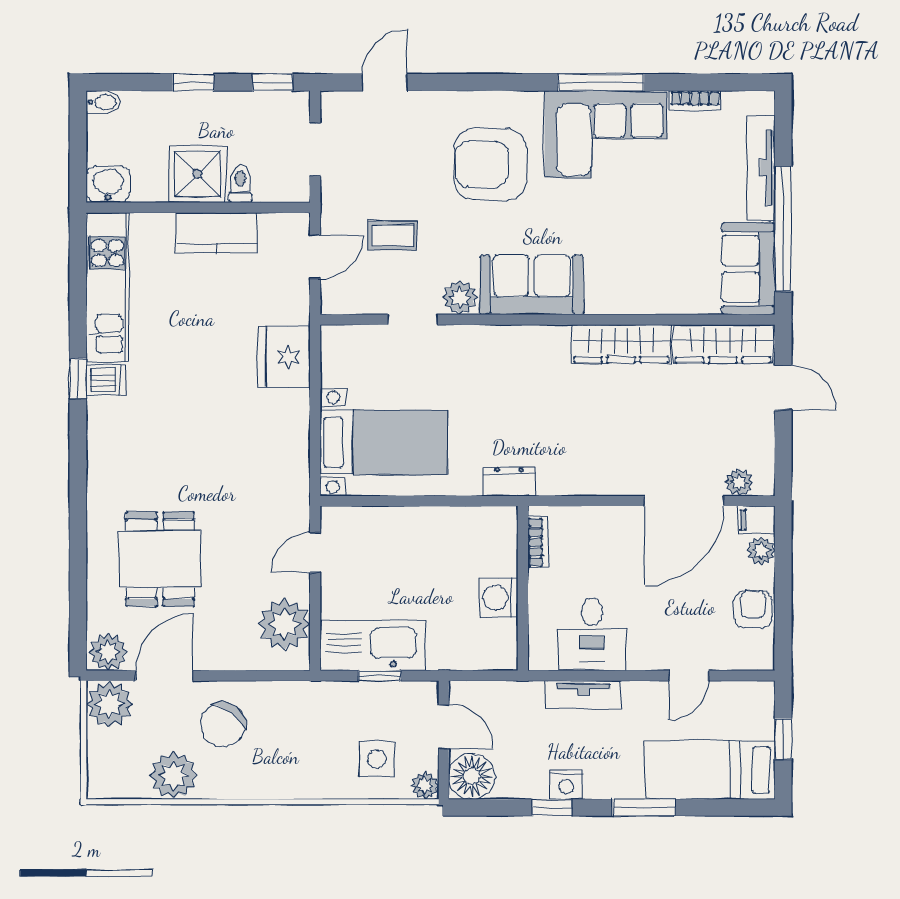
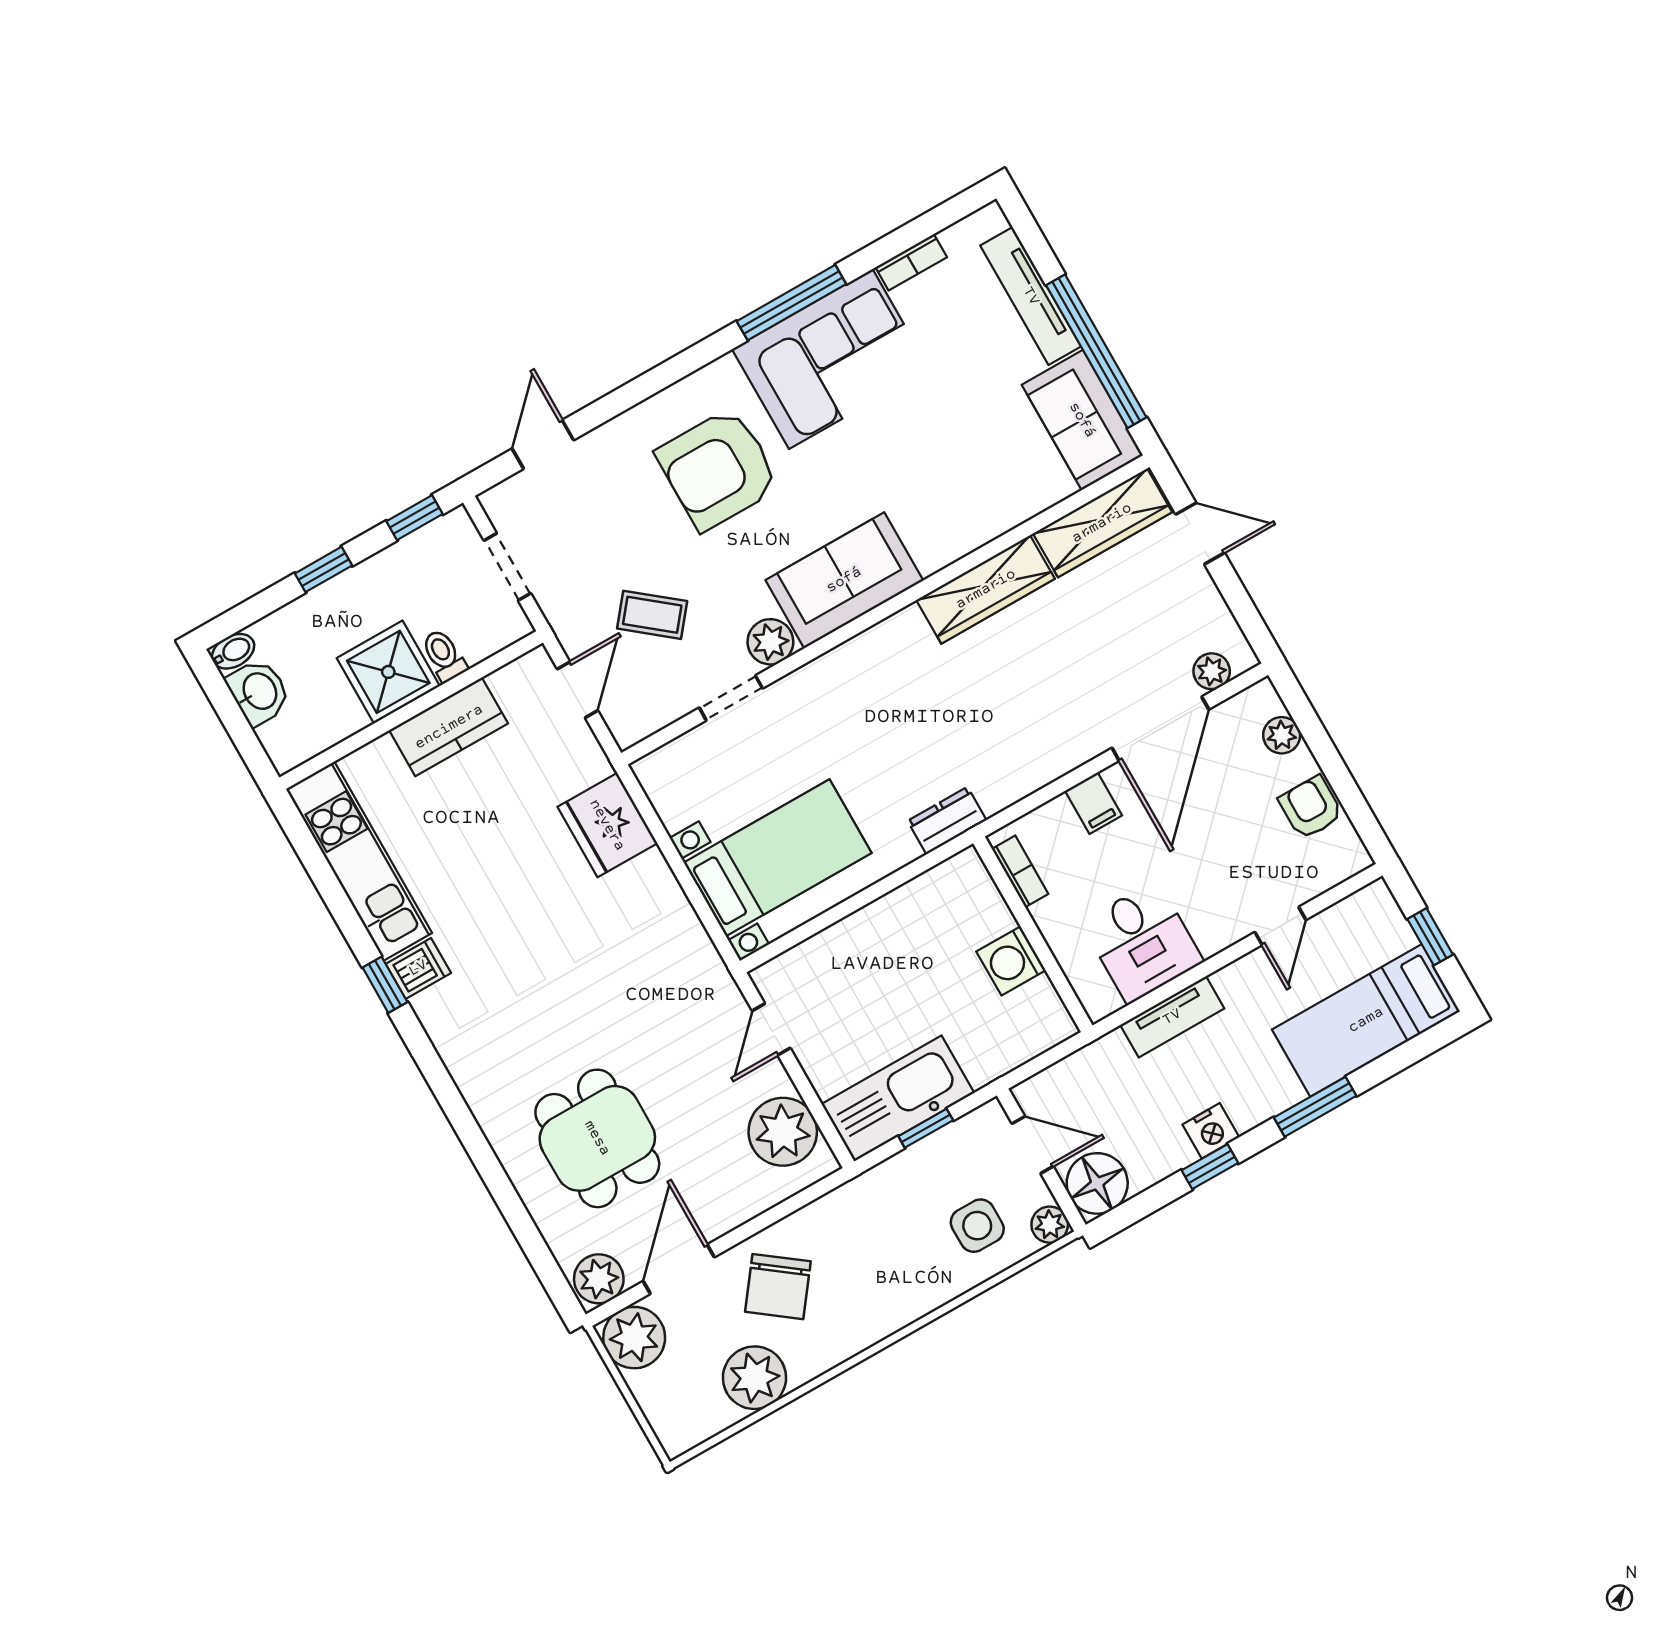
washbasin: (108, 184) -> (259, 692), moved, turned 90
coffee table: (392, 235) -> (652, 615), turned 39
filing cabinet: (756, 520) -> (1093, 803), moved, turned -90

